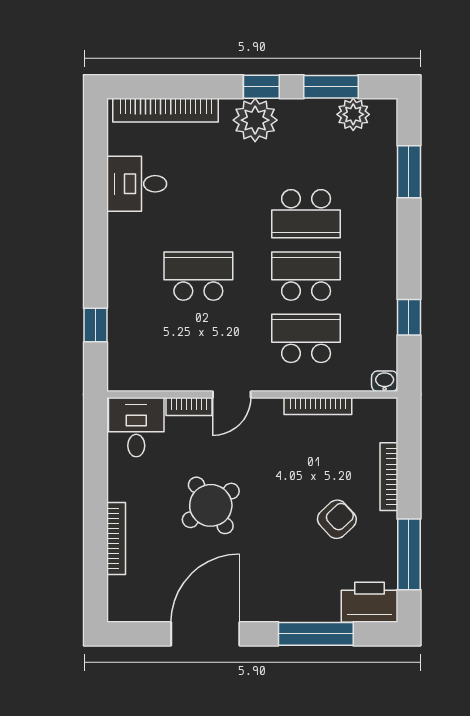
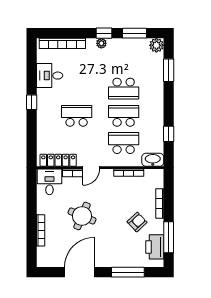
plant: (353, 114) -> (156, 45), moved
plant: (255, 120) -> (101, 43), width x0.53, depth x0.53
window: (95, 325) -> (32, 102), moved
locker: (156, 378) -> (58, 160), added
washbasin: (385, 381) -> (153, 160), width x1.91, depth x1.45
round table: (211, 505) -> (82, 216), turned -32
printer: (369, 602) -> (155, 247), moved, turned -90

